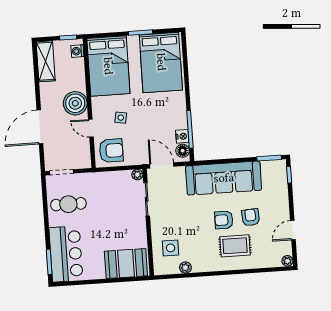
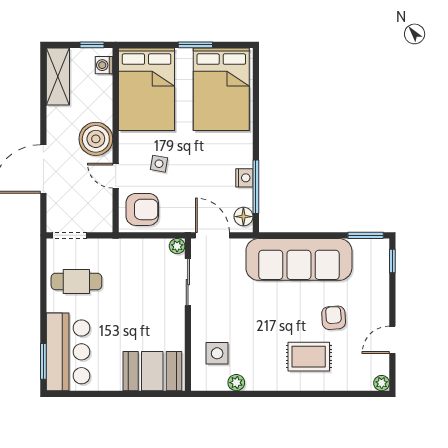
nightstand: (182, 136) -> (244, 178), moved
armchair: (224, 220) -> (295, 319), removed

